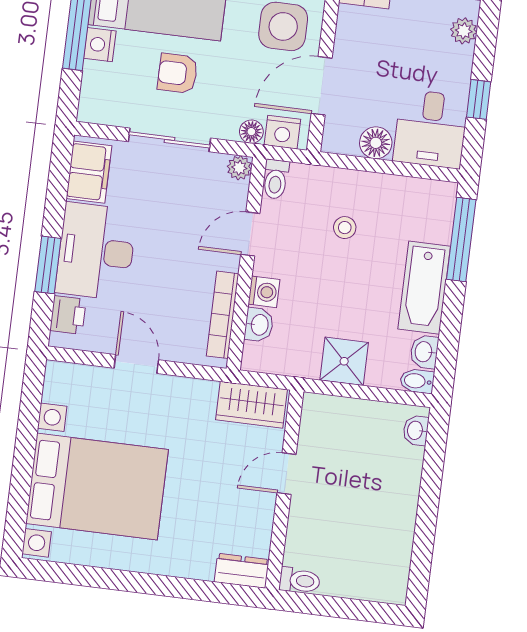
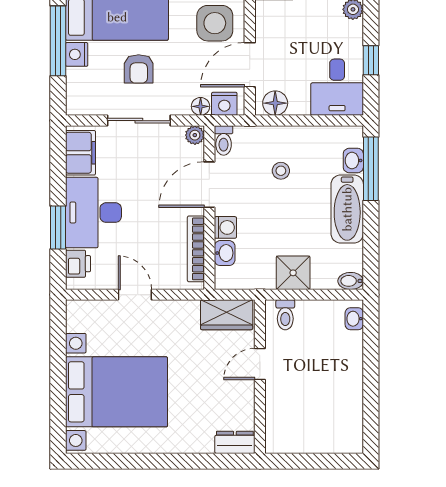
armchair: (178, 73) -> (139, 69), turned -90
floor lamp: (376, 143) -> (275, 103), moved
door: (250, 234) -> (209, 185), width x1.37
washbasin: (424, 352) -> (353, 160), moved
toilet: (300, 581) -> (285, 315), moved, turned 90

